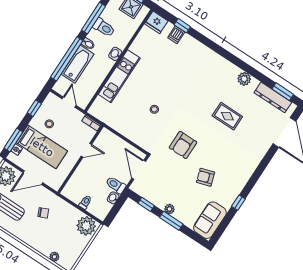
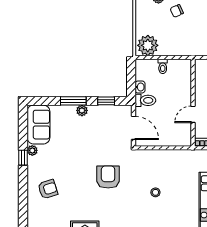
armchair: (206, 177) -> (48, 189), moved
plant: (228, 203) -> (32, 150), added
chair: (43, 213) -> (177, 11), moved

